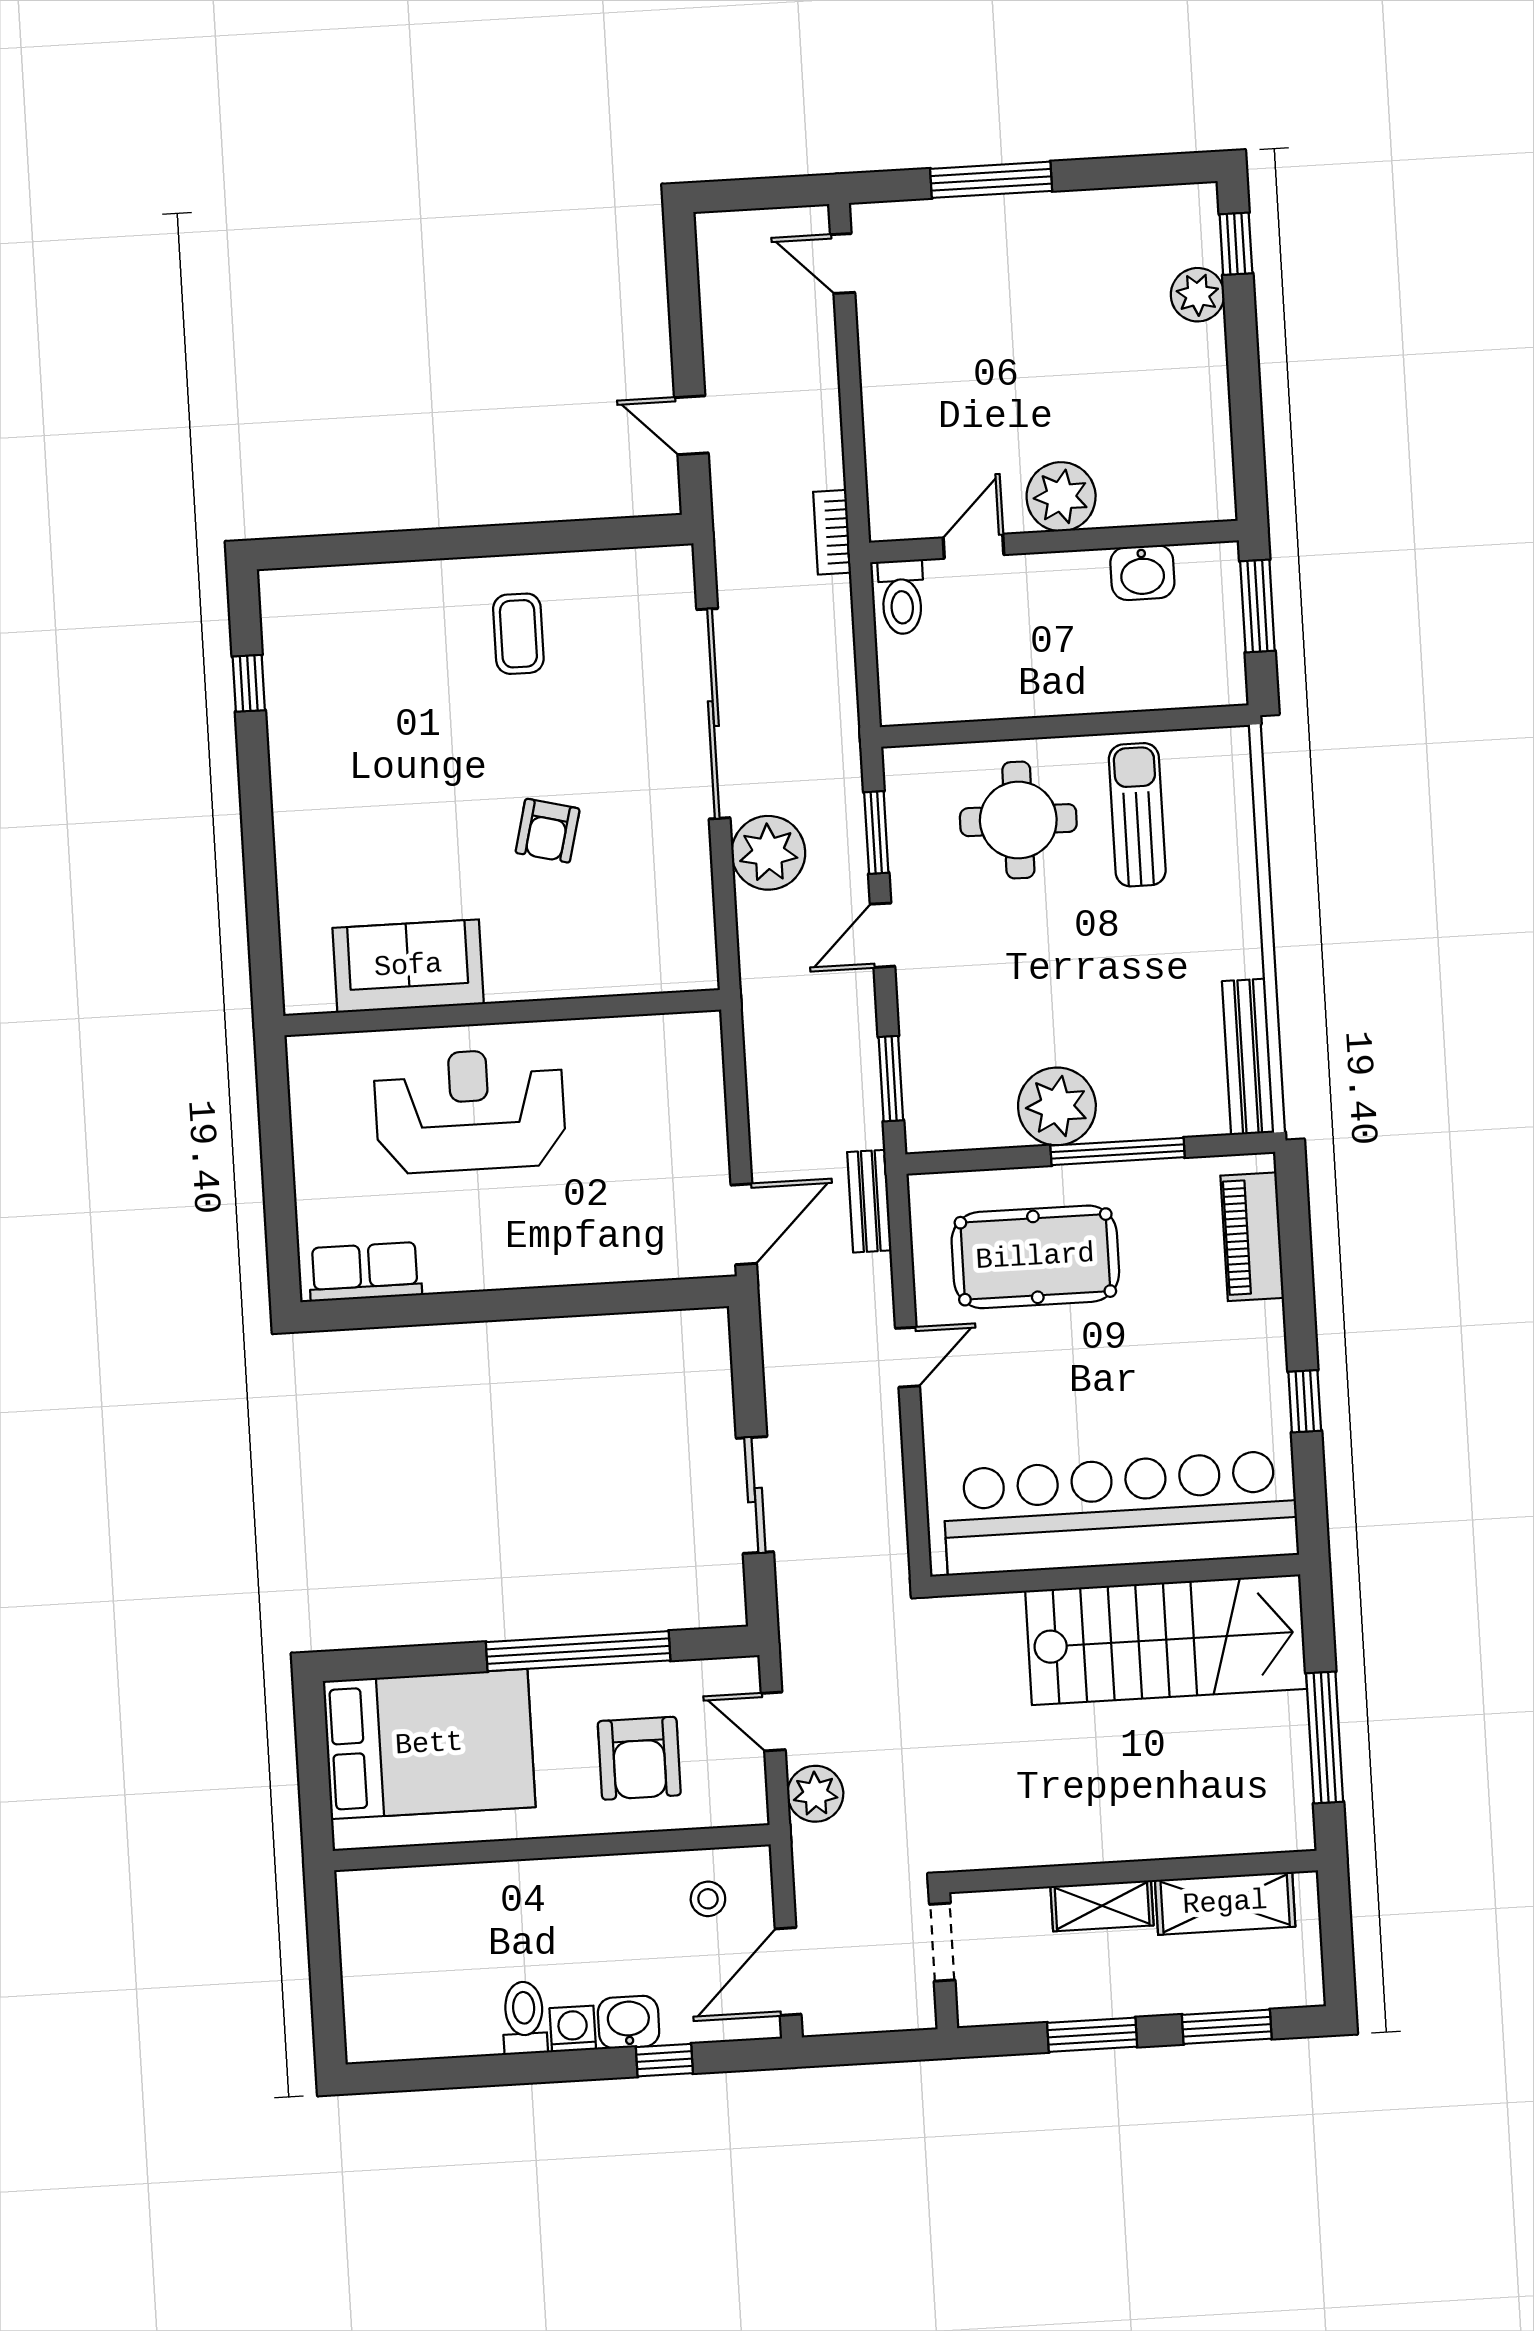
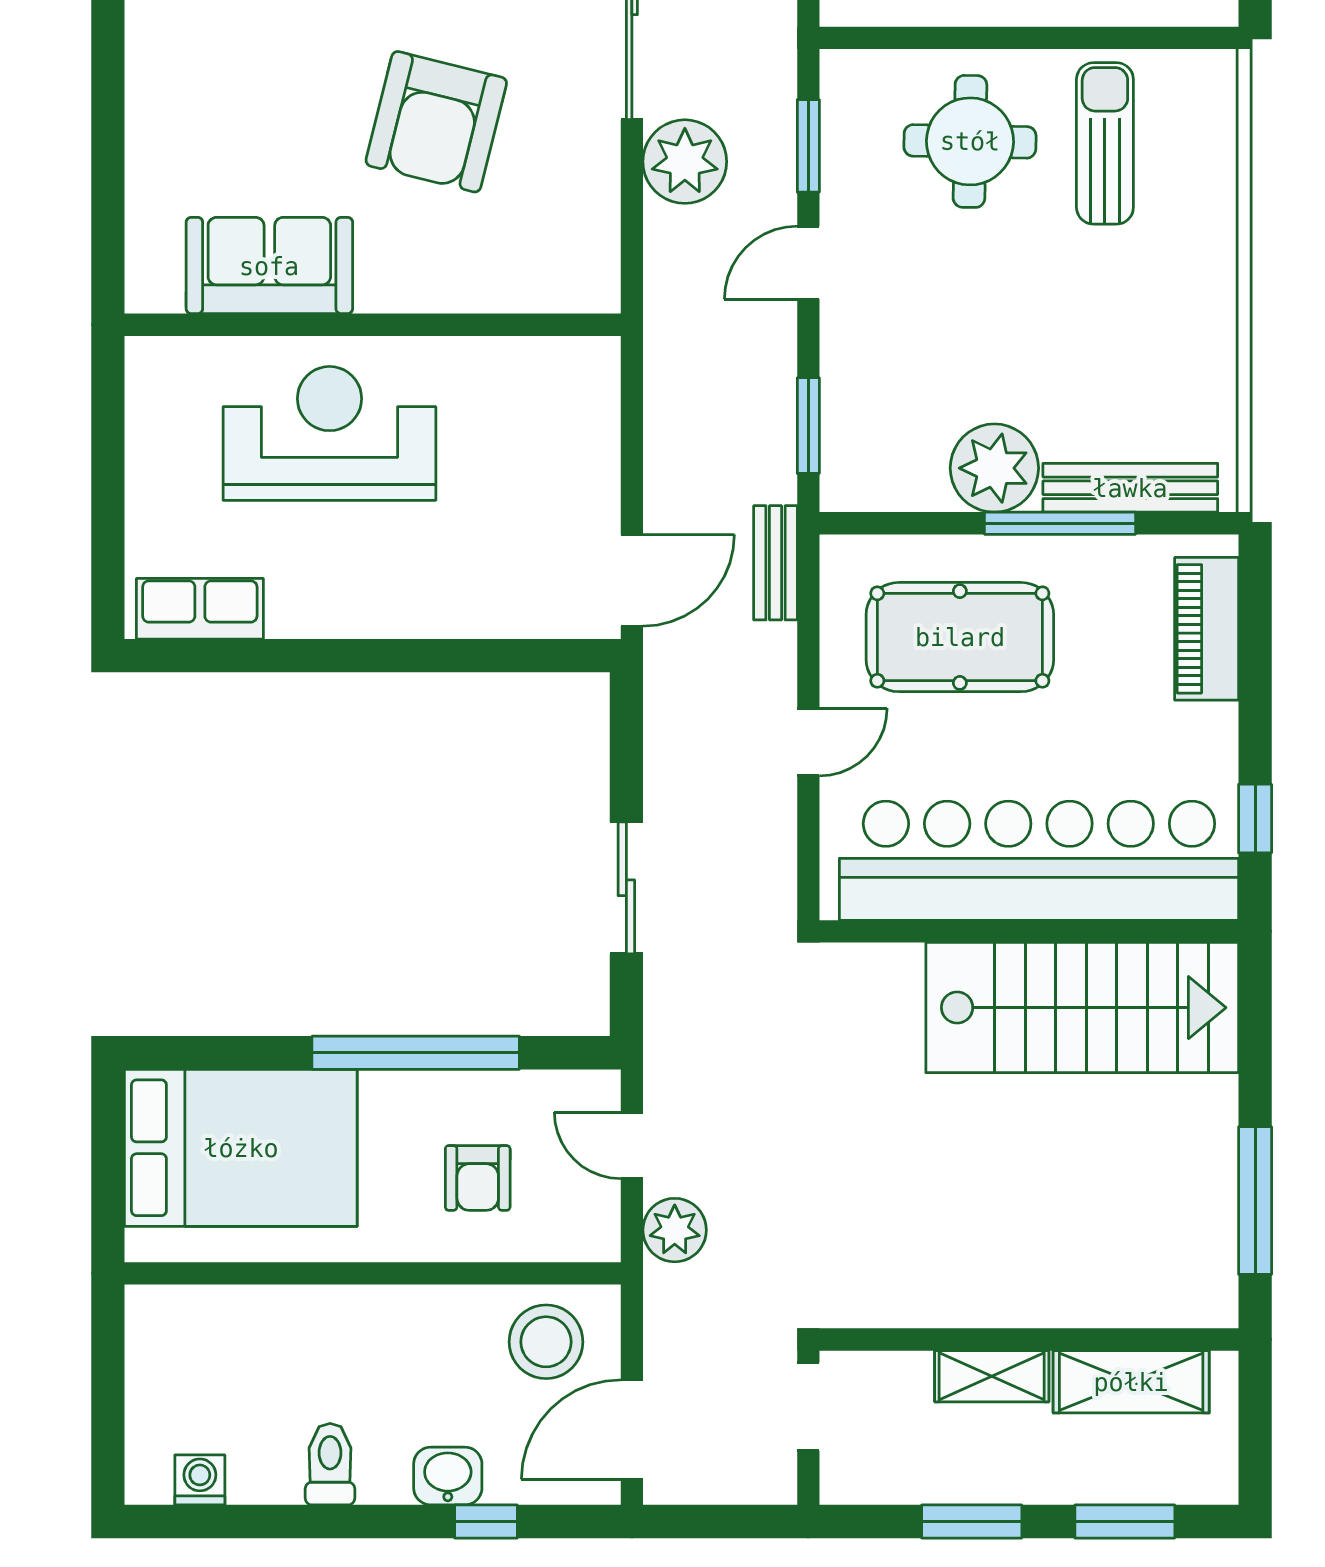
armchair: (548, 831) -> (436, 122), width x1.88, depth x1.88
bench: (1248, 1057) -> (1130, 488), moved, turned 90
bar counter: (1120, 1513) -> (1039, 861), moved
wall: (1115, 1575) -> (1029, 931), moved
stairs: (1166, 1640) -> (1082, 1008), moved
armchair: (639, 1758) -> (478, 1178), width x0.72, depth x0.72
stool: (708, 1899) -> (546, 1342), width x1.89, depth x1.89
washing machine: (573, 2029) -> (200, 1480), moved

